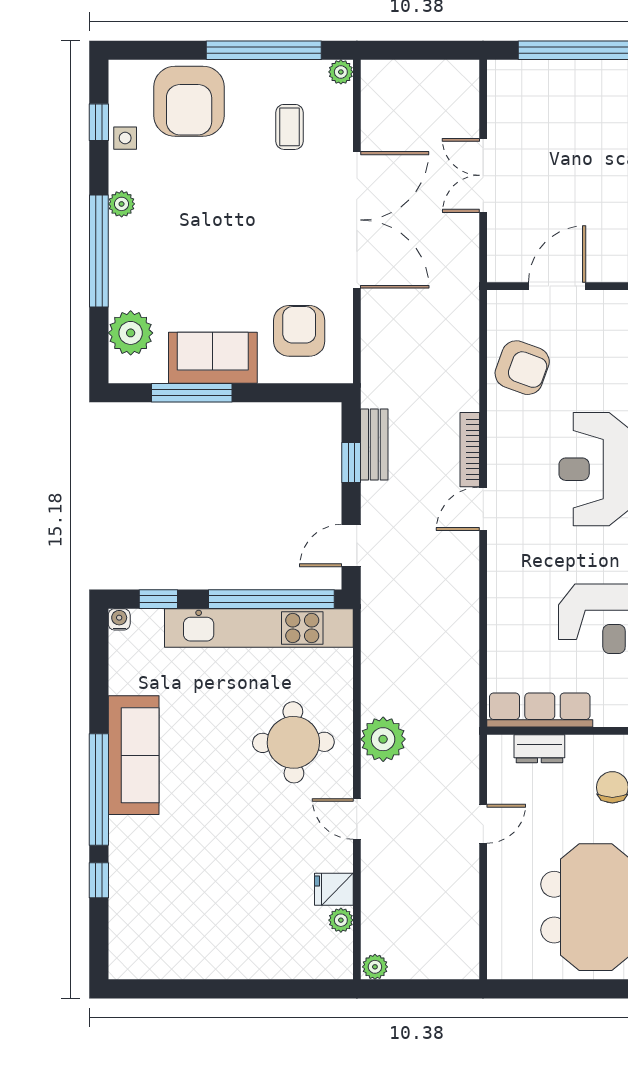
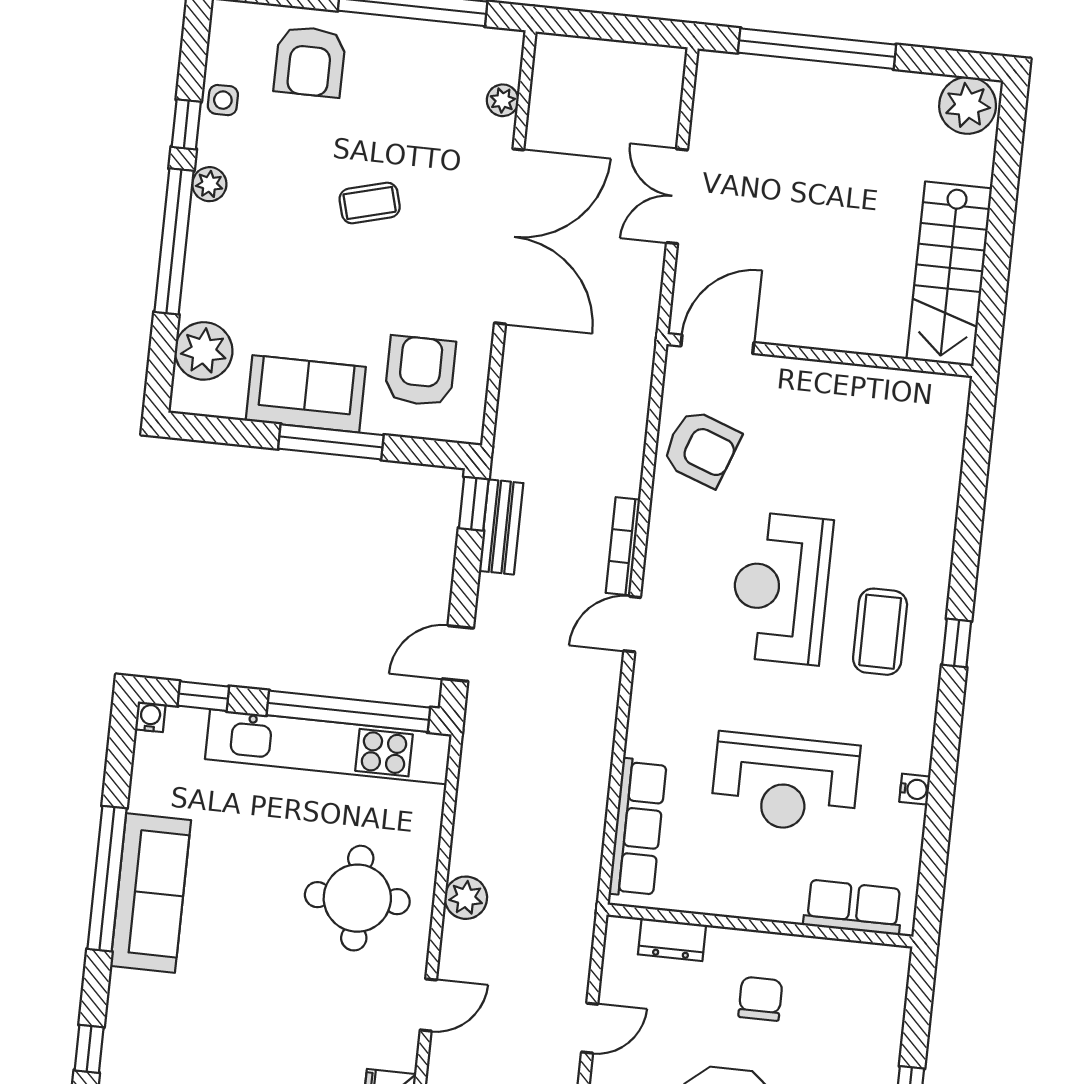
plant: (341, 72) -> (503, 100), moved
armchair: (189, 101) -> (310, 62), width x0.73, depth x0.73
window: (99, 122) -> (186, 124), moved
coffee table: (289, 127) -> (370, 203), moved, turned 75
door: (557, 286) -> (717, 344), moved
window: (192, 393) -> (331, 442), moved
window: (351, 462) -> (474, 504), moved
row of seats: (540, 710) -> (638, 828), moved, turned 90
plant: (383, 739) -> (466, 898), width x0.73, depth x0.73
window: (99, 789) -> (107, 879), moved
door: (357, 819) -> (428, 1005), swing flipped

